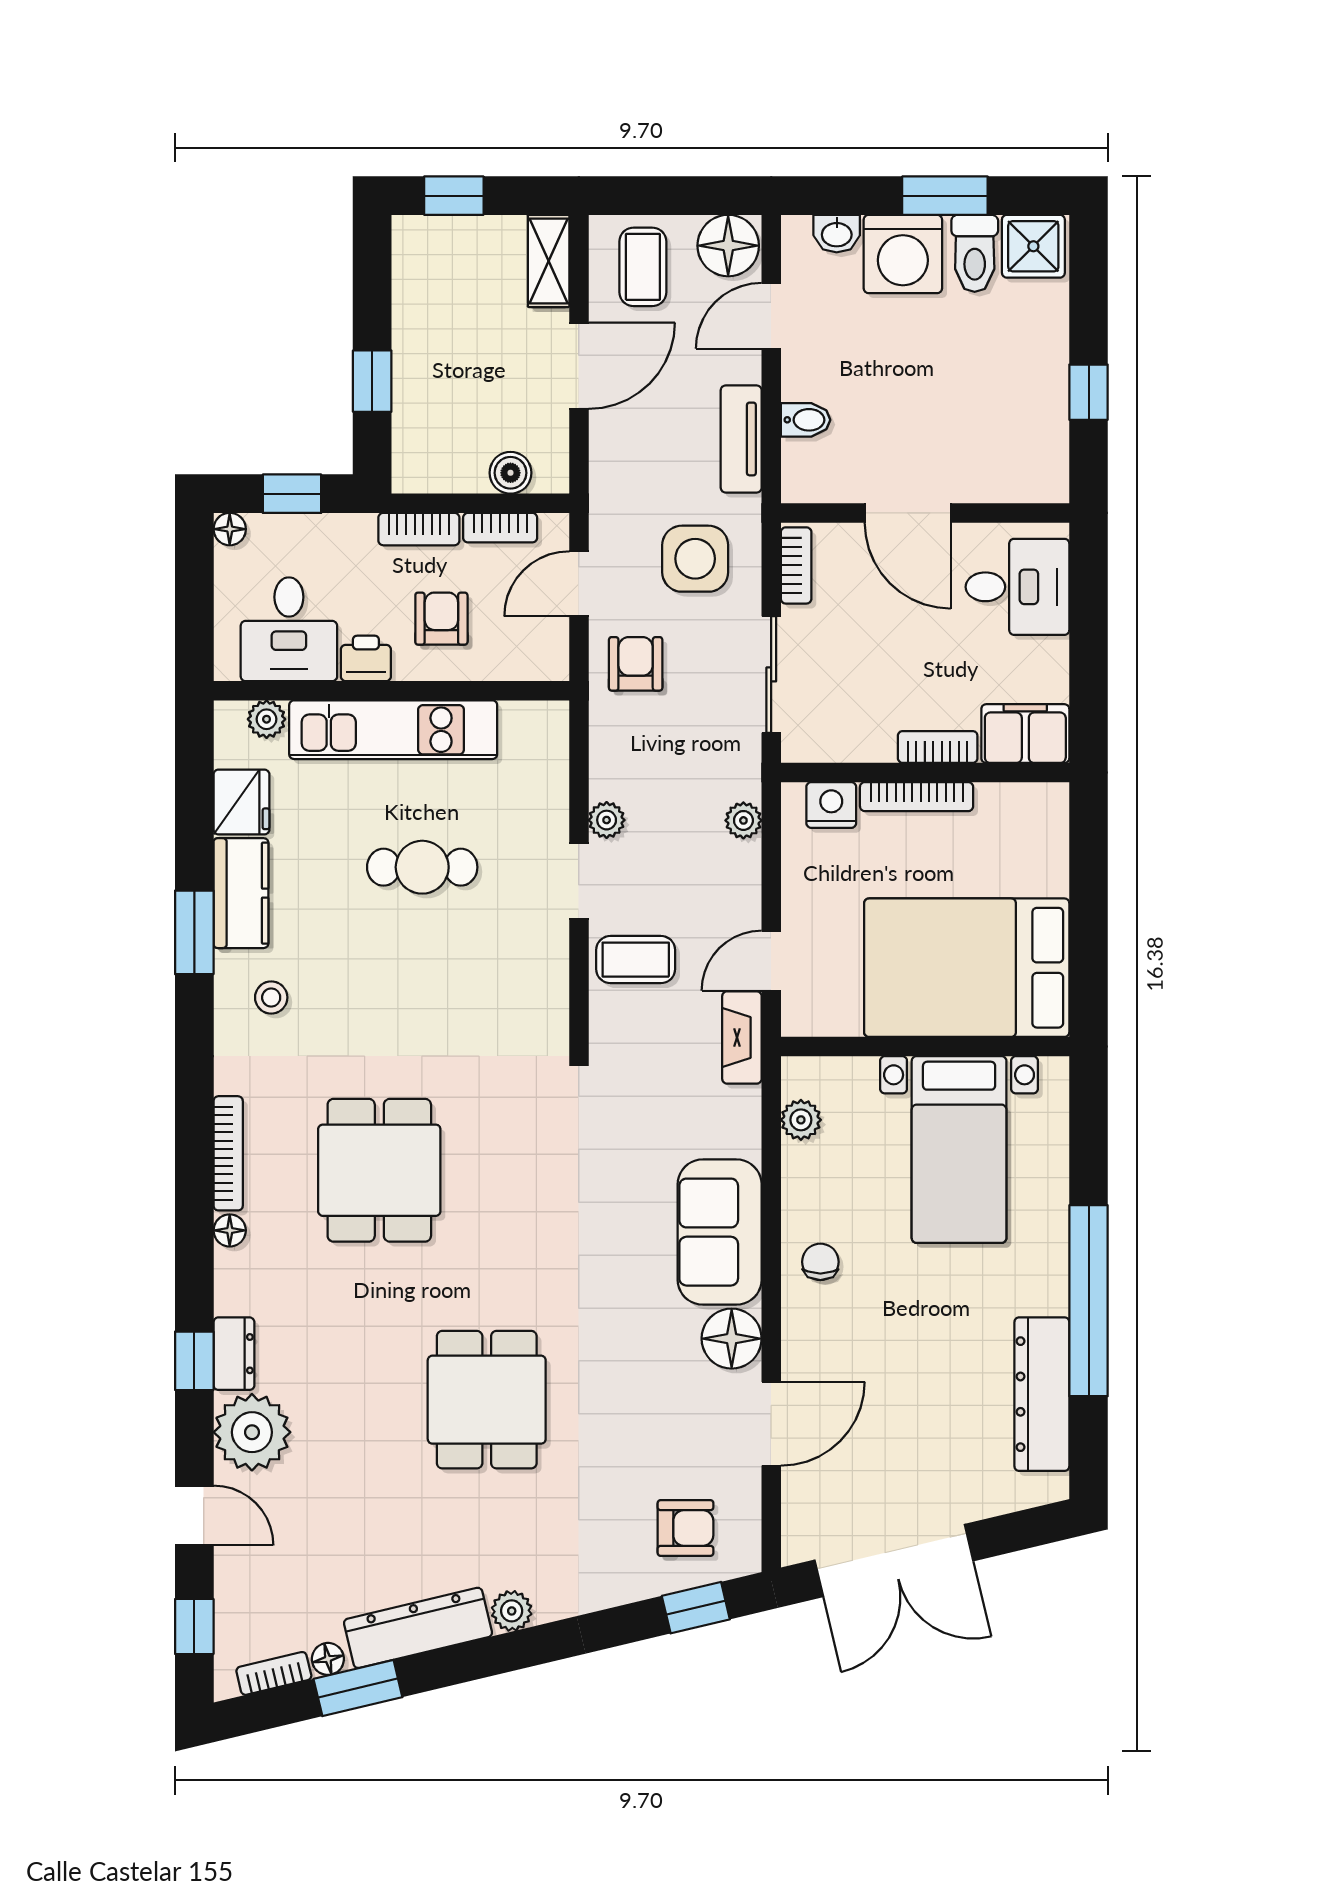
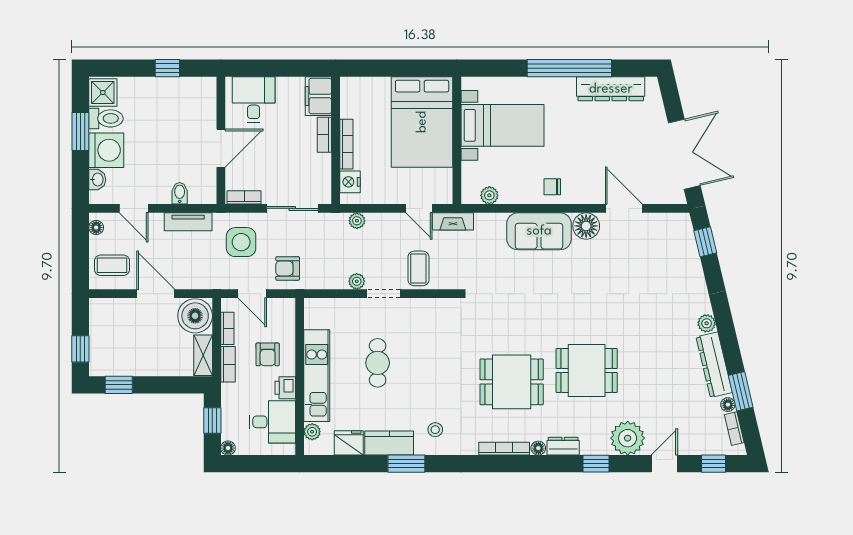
floor lamp: (728, 246) -> (96, 227), width x0.53, depth x0.53
shelving: (549, 261) -> (203, 355), moved, turned 90
window: (372, 381) -> (119, 385), moved
boiler: (510, 473) -> (195, 316), width x1.86, depth x1.86
armchair: (441, 619) -> (268, 354), turned -90
dresser: (234, 1354) -> (563, 446), moved
dining table: (487, 1400) -> (587, 370), moved
armchair: (686, 1528) -> (670, 246), removed

